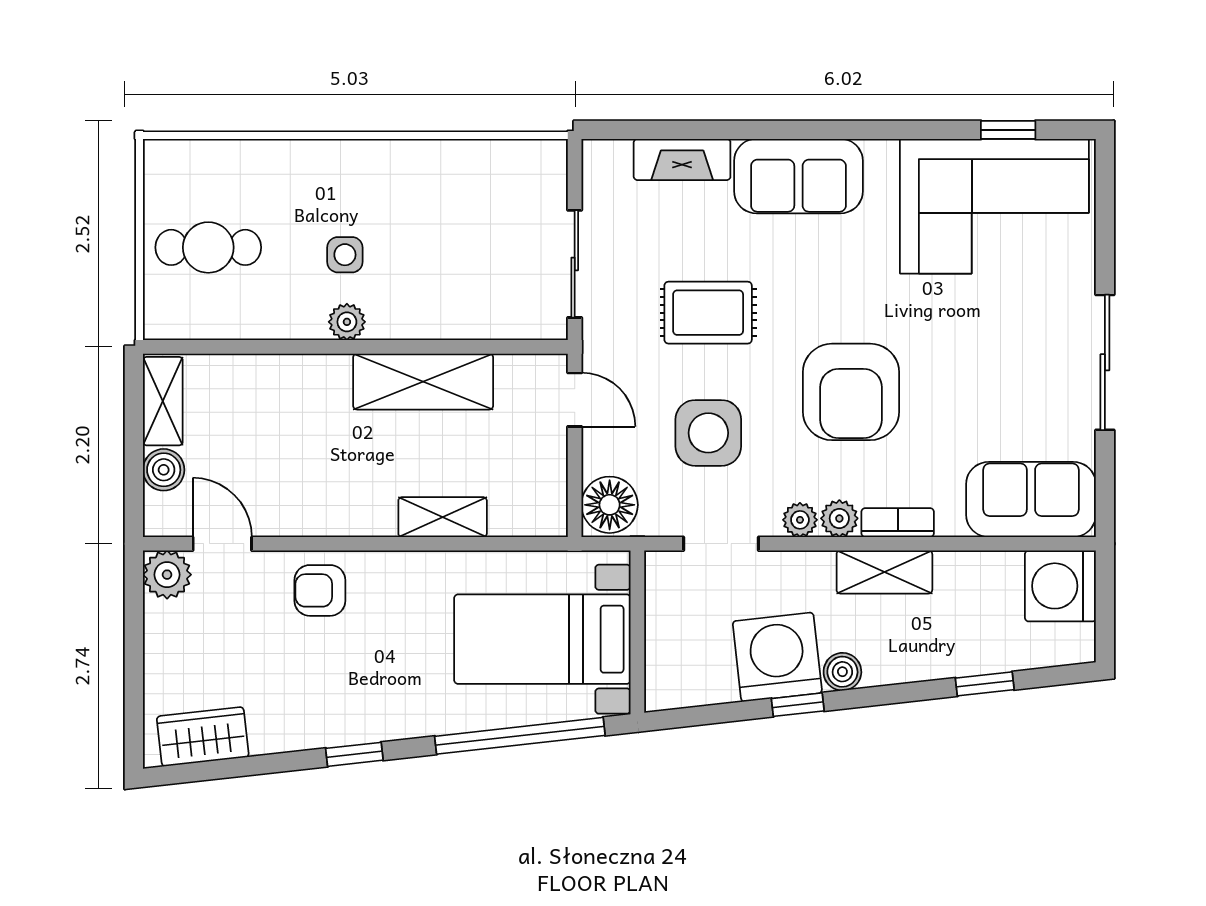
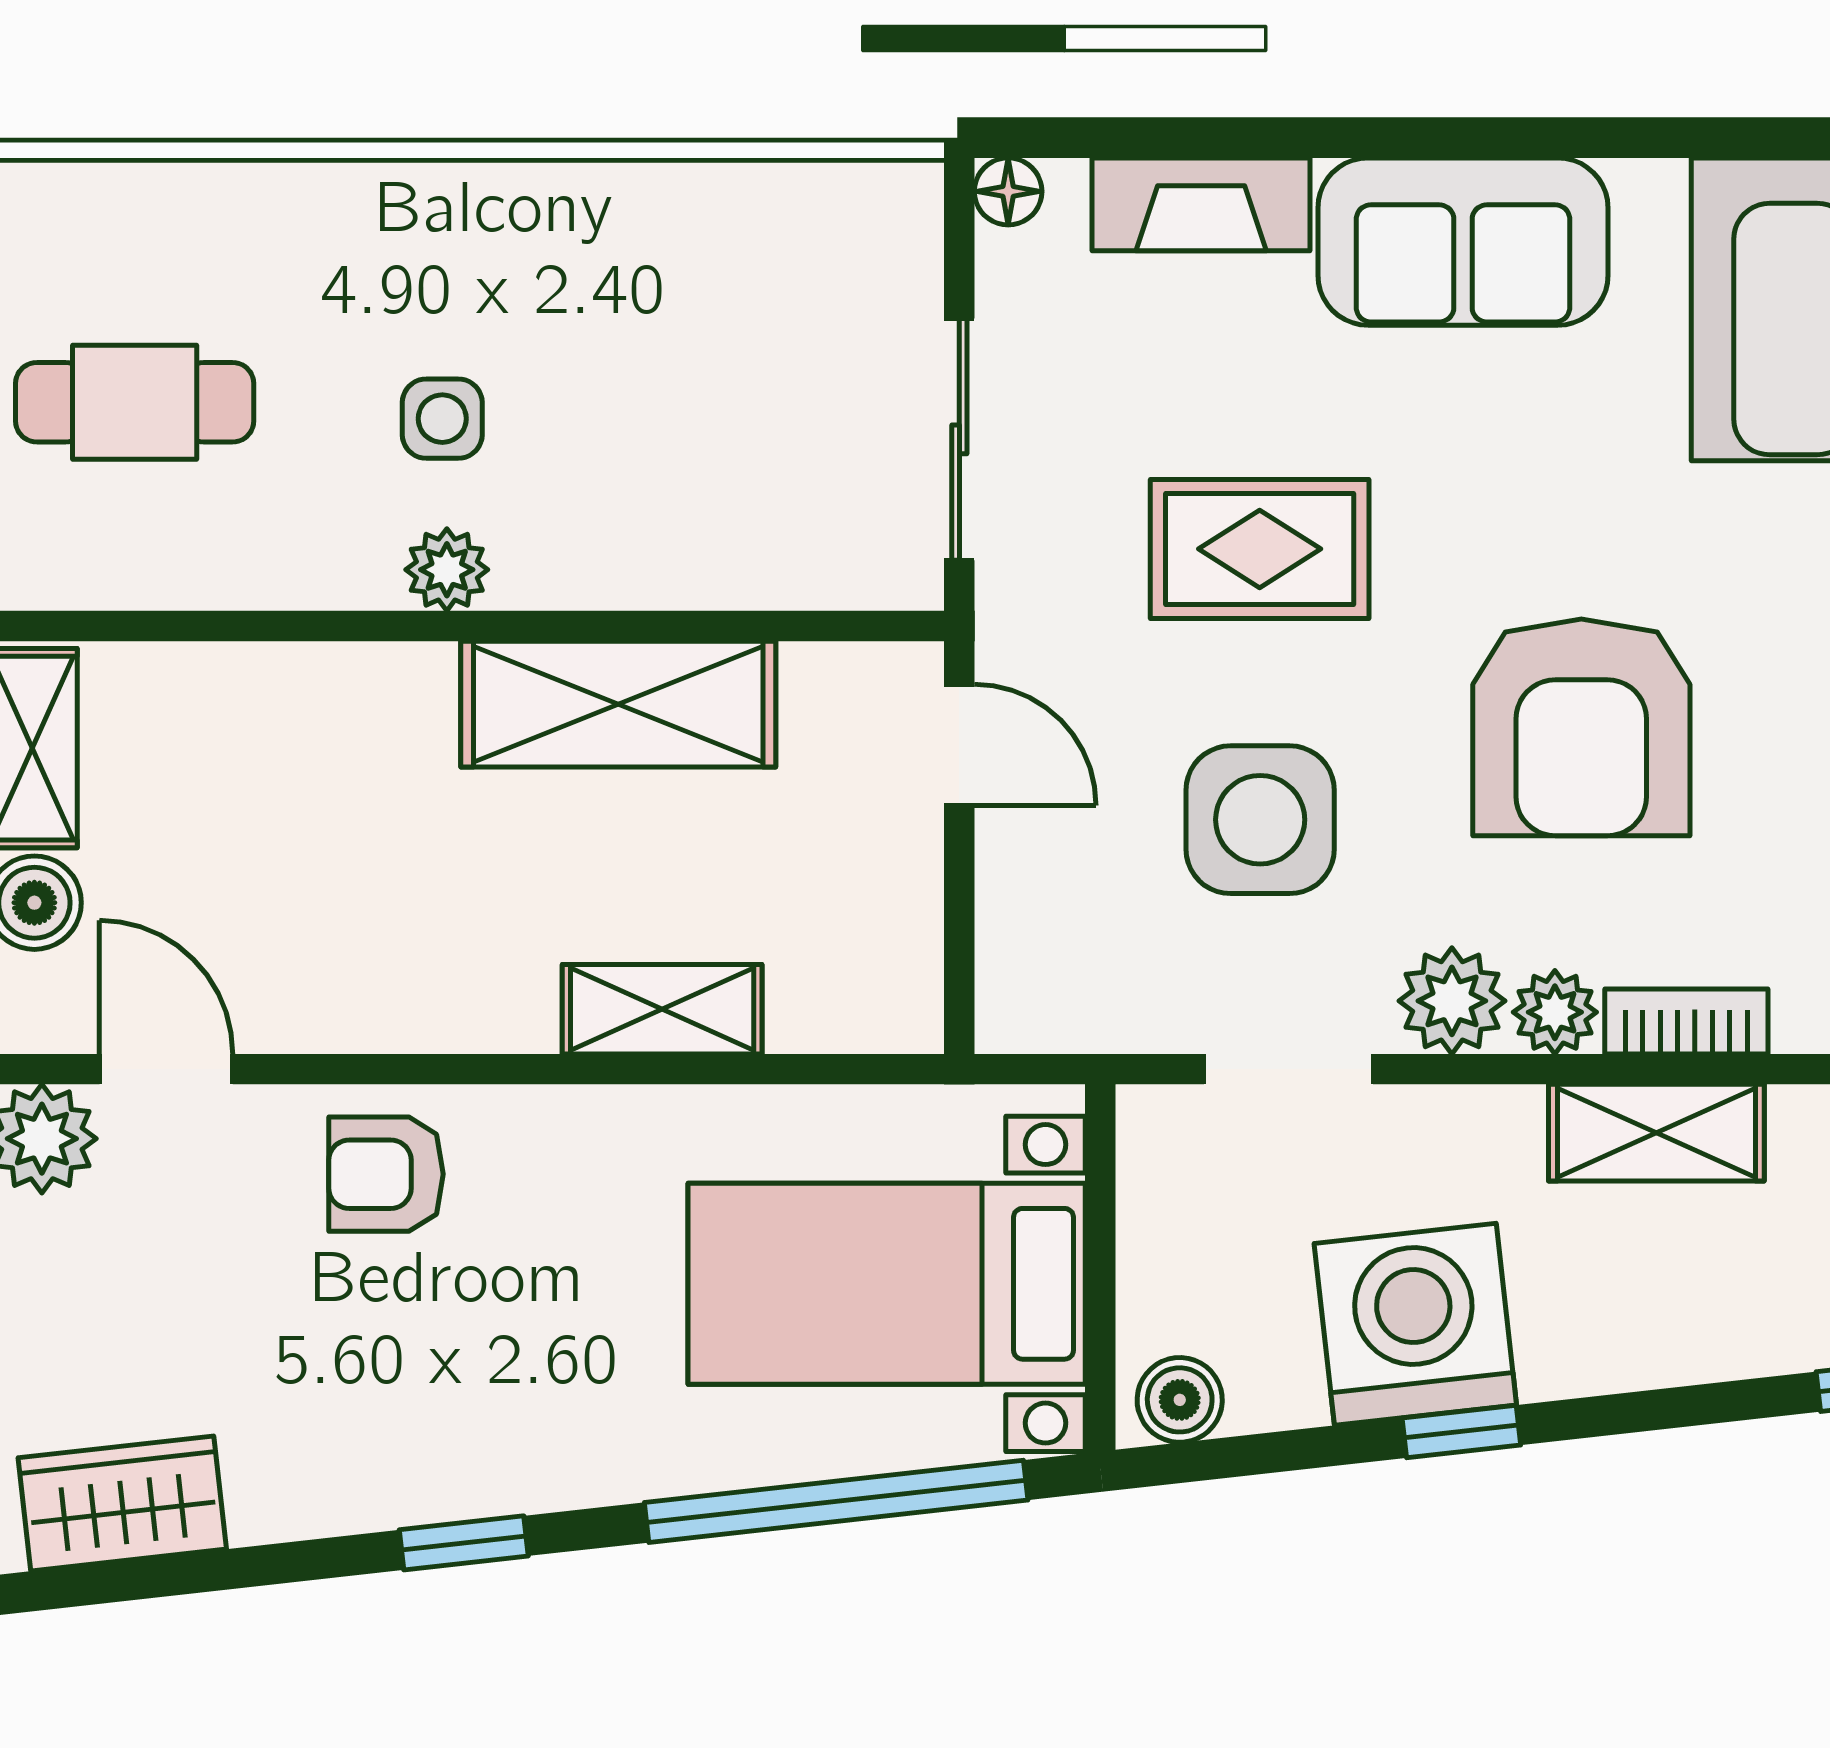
floor lamp: (610, 505) -> (1008, 191), moved, width x0.53, depth x0.53
plant: (800, 520) -> (1452, 1001), width x1.38, depth x1.38
boiler: (842, 672) -> (1180, 1400), moved

